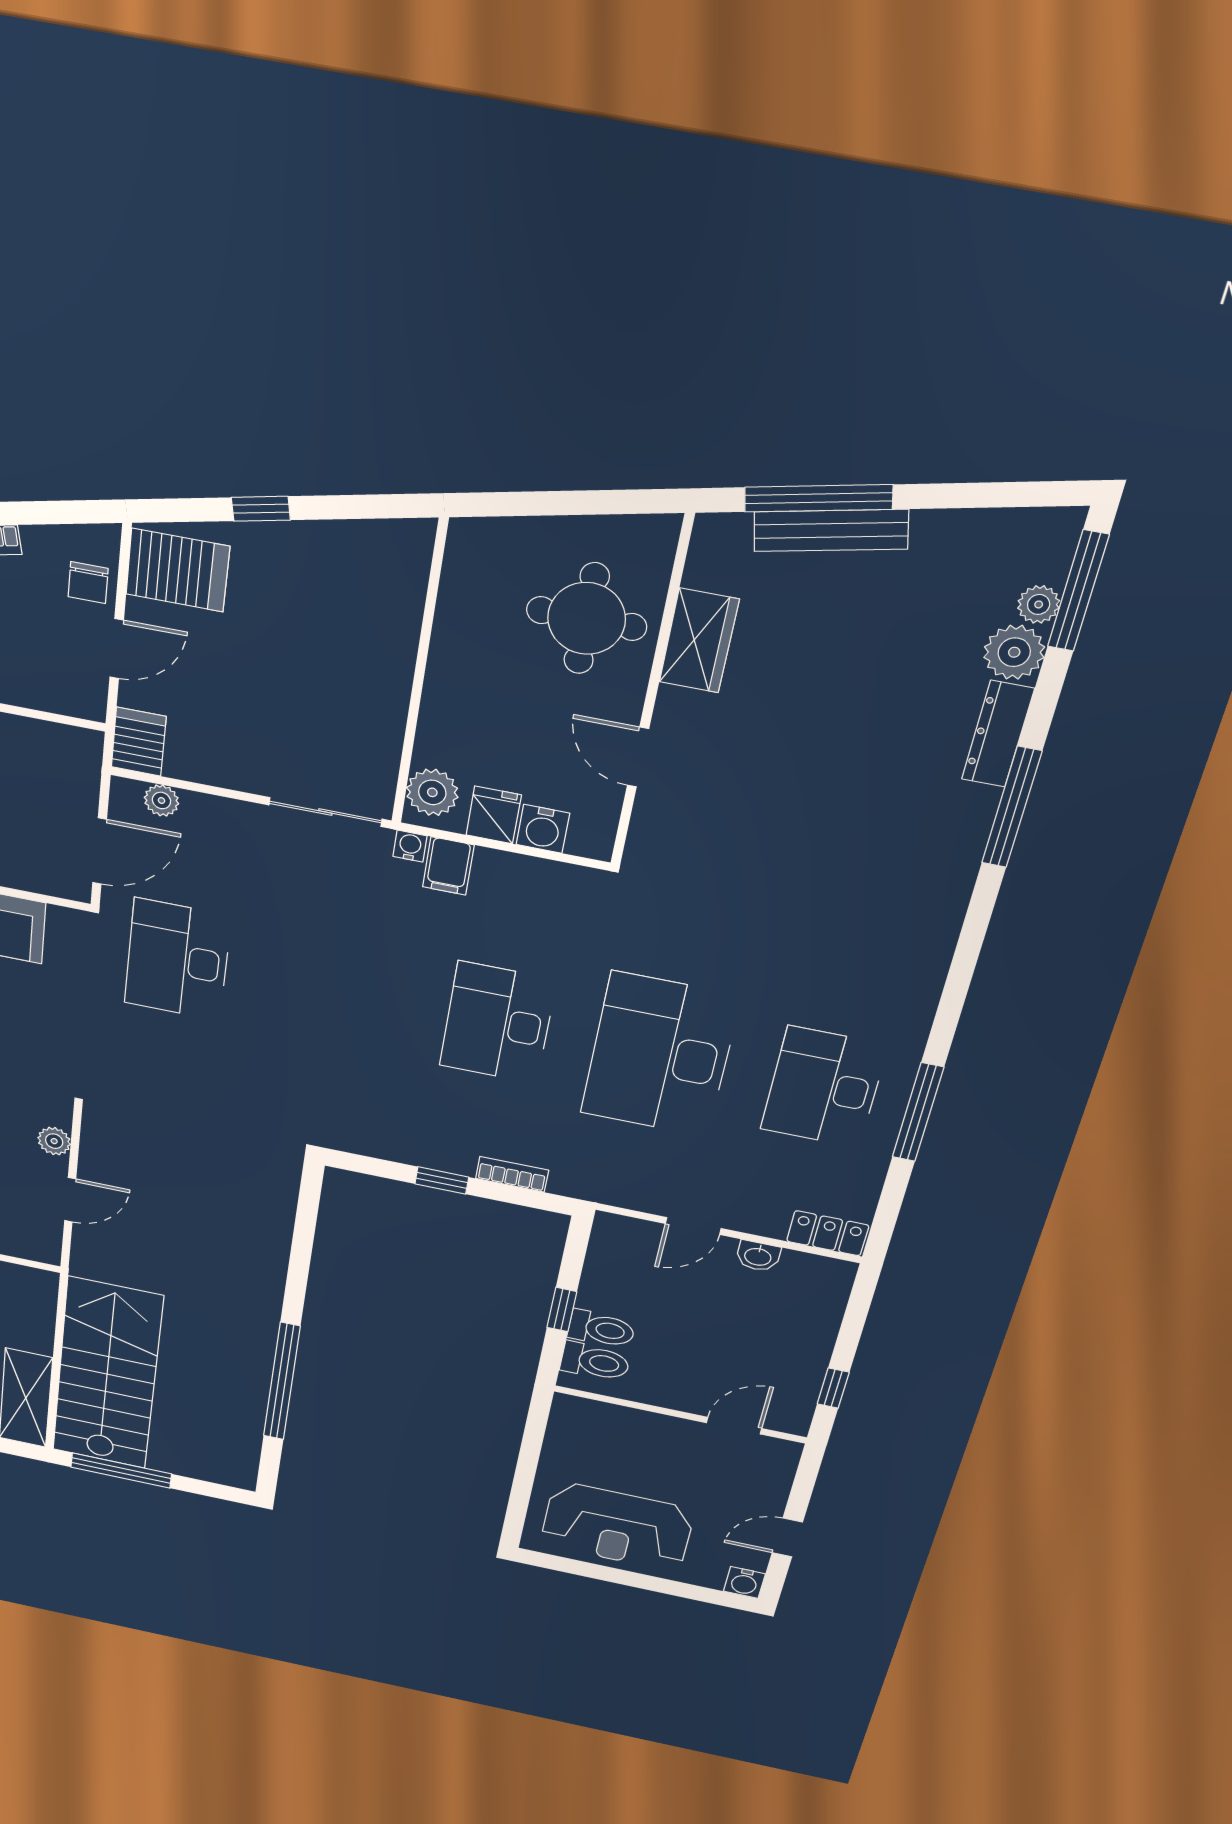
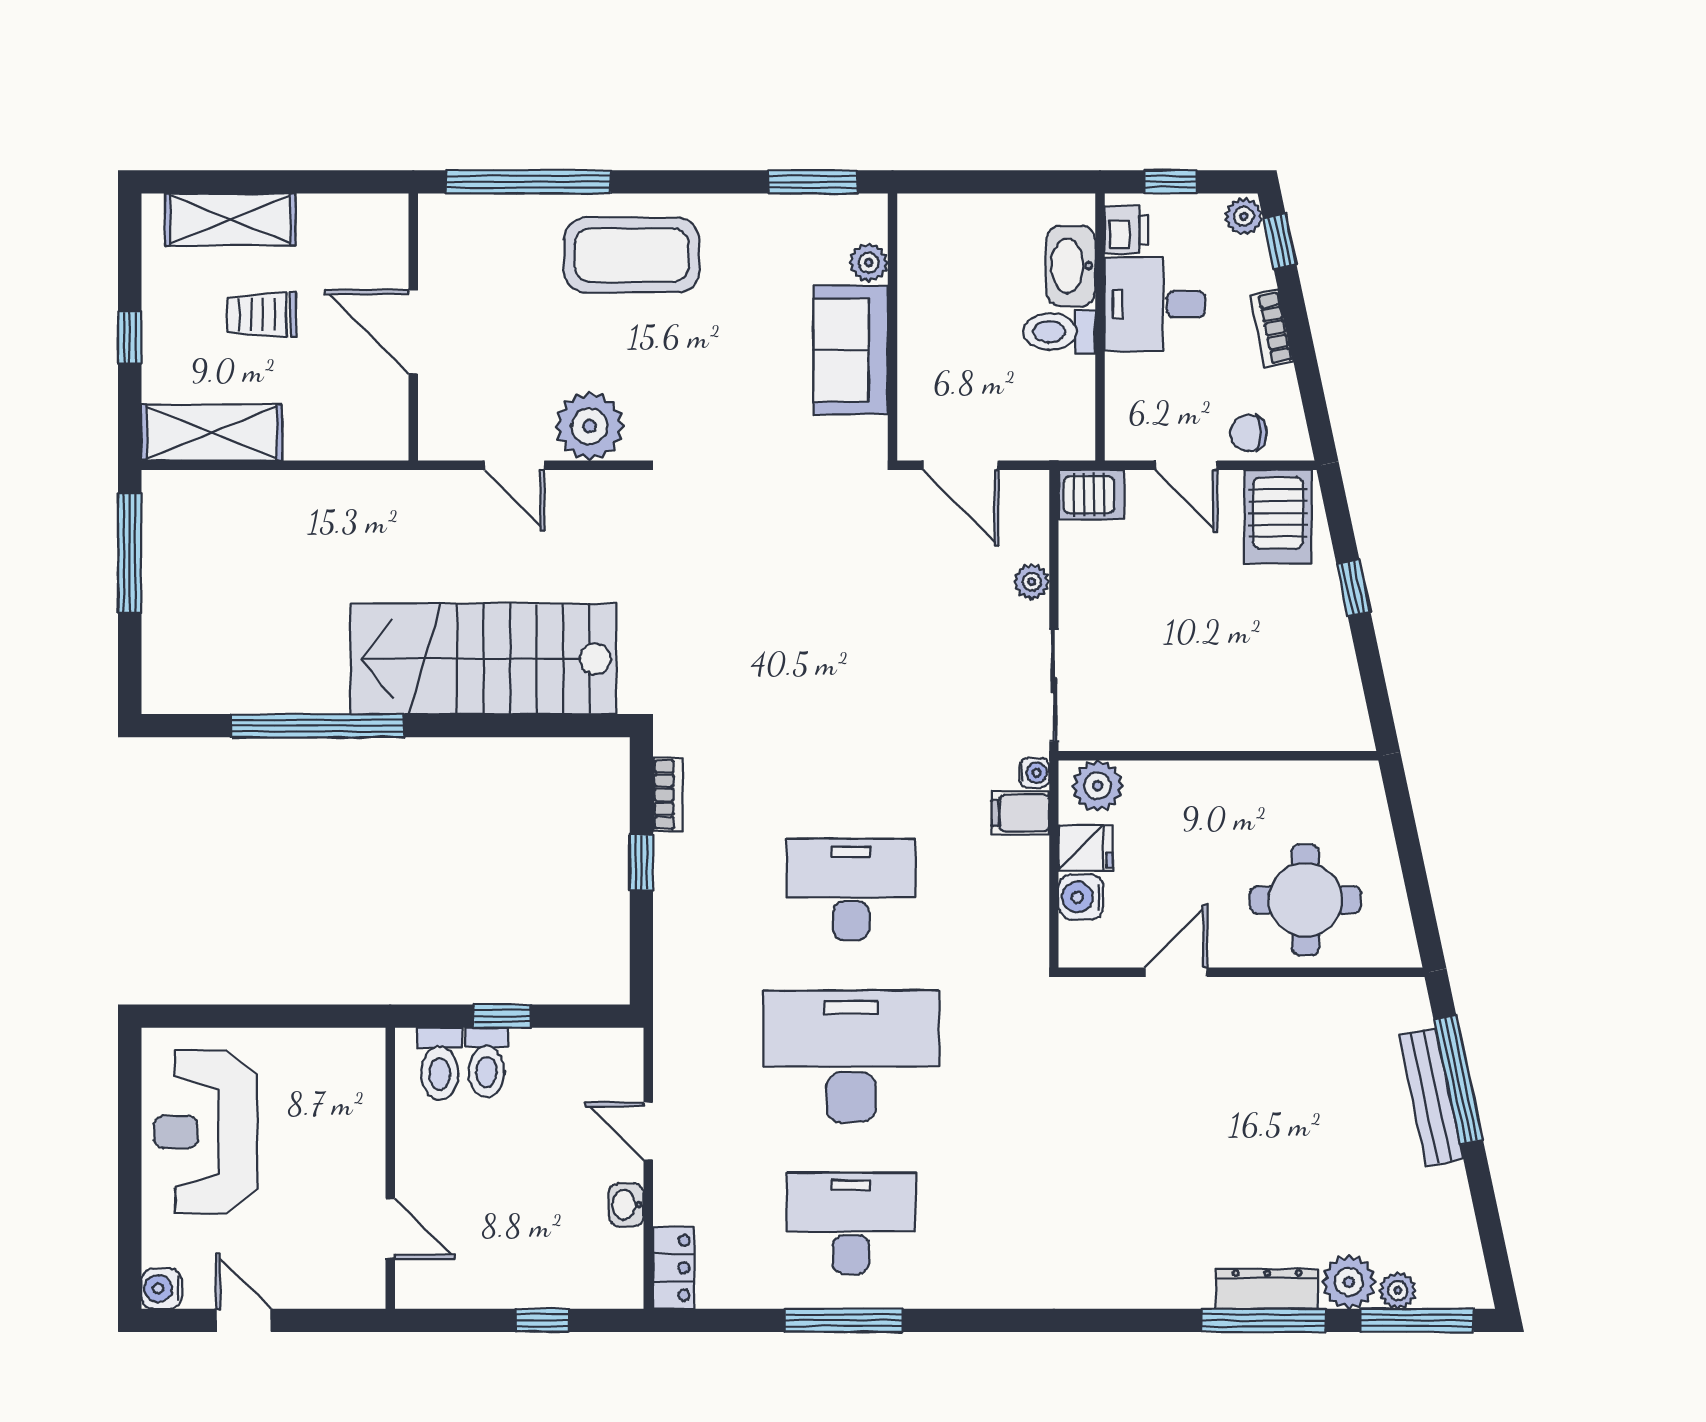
wardrobe: (699, 641) -> (1304, 1004), removed
plant: (161, 801) -> (1032, 582), moved
window: (1012, 807) -> (1263, 1320), moved
desk: (177, 960) -> (851, 556), removed
plant: (54, 1141) -> (590, 426), width x1.88, depth x1.88
bookcase: (512, 1174) -> (668, 795), moved
stairs: (107, 1374) -> (483, 659), moved, turned 180
window: (833, 1388) -> (543, 1320), moved

